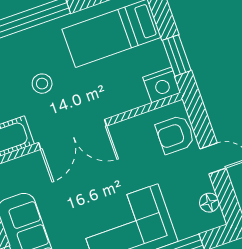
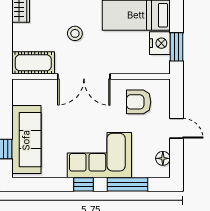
nightstand: (162, 85) -> (160, 43), moved, turned -90
armchair: (175, 135) -> (139, 102), moved

